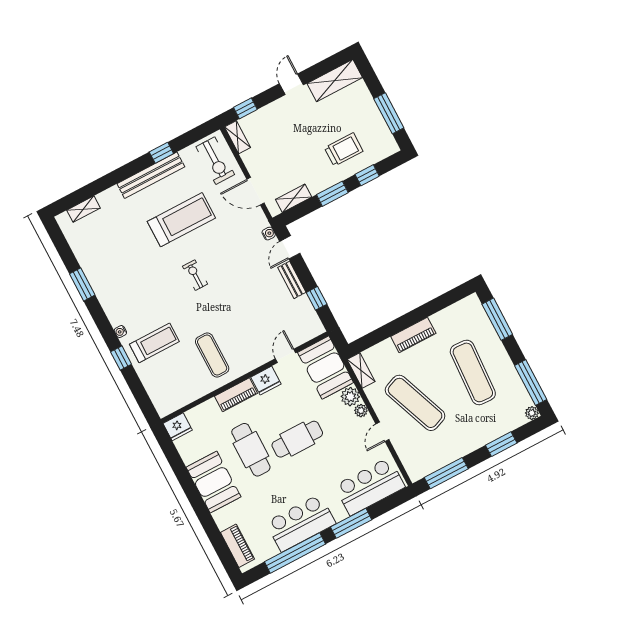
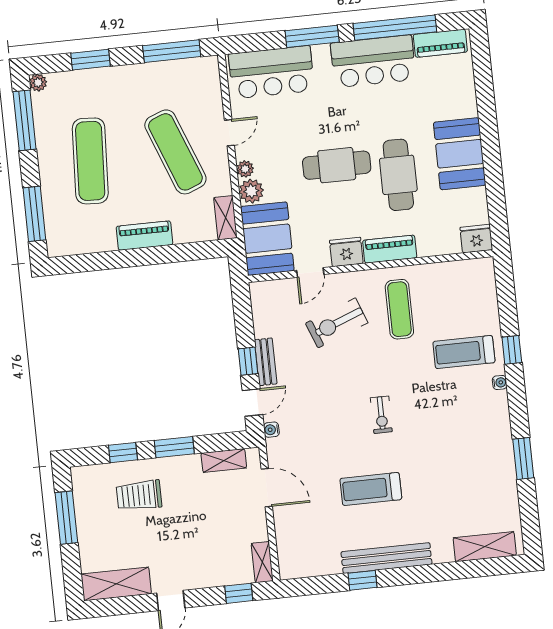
exercise bike: (215, 161) -> (337, 323), moved, turned -111
shelving: (83, 209) -> (485, 547), width x1.50, depth x1.33
treadmill: (181, 220) -> (371, 489), width x0.73, depth x0.73
window: (317, 298) -> (248, 361), moved
piano: (237, 546) -> (440, 43), moved, turned -90

